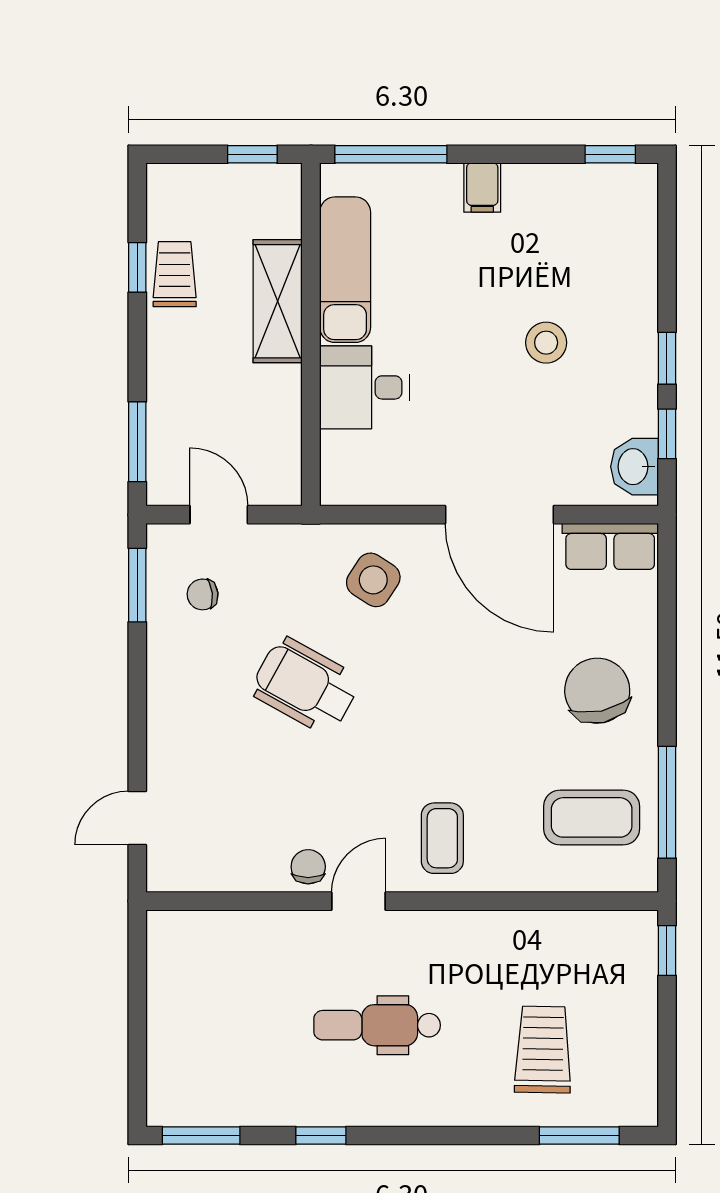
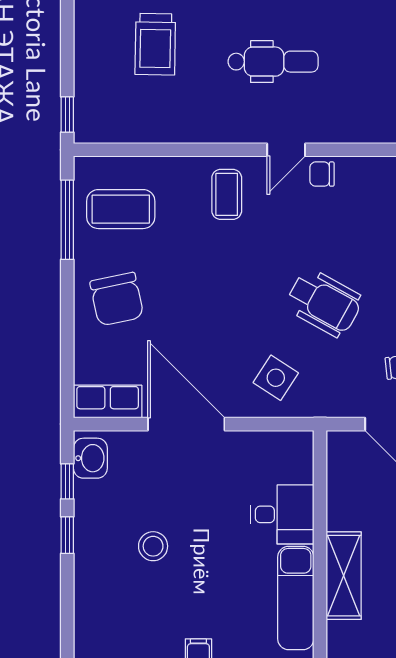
chair: (308, 867) -> (322, 174), turned 90

